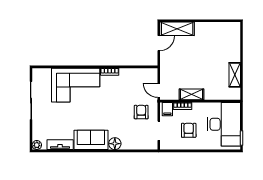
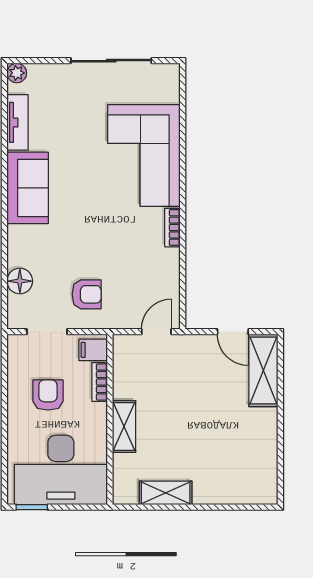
door: (159, 90) -> (156, 332), moved
shelving: (192, 94) -> (124, 427), moved
armchair: (189, 130) -> (48, 395), turned -90
floor lamp: (115, 144) -> (20, 281), moved

